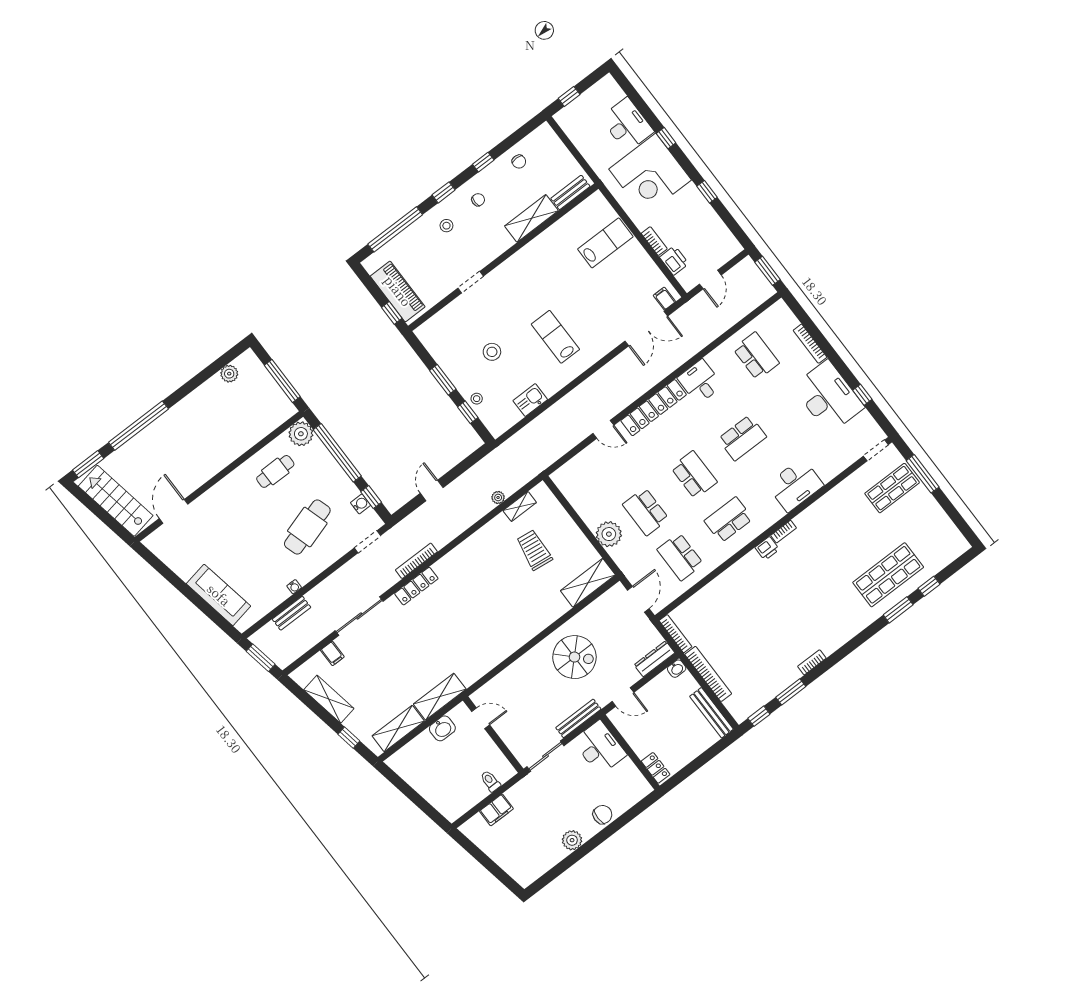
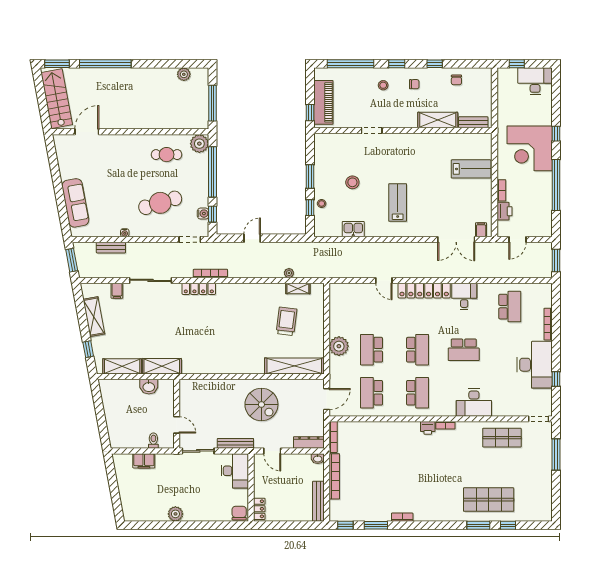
desk: (627, 125) -> (535, 81), moved, turned -90
window: (707, 192) -> (556, 185), width x3.17
shop shelf: (892, 488) -> (502, 438), moved
school desk: (728, 520) -> (418, 393), turned 90
shelving: (588, 583) -> (294, 366), width x1.47
door: (481, 718) -> (177, 425), moved
chair: (602, 815) -> (239, 513), moved, turned -90

